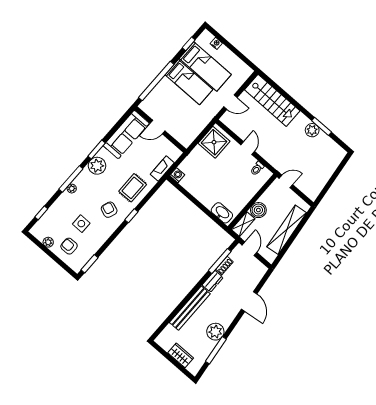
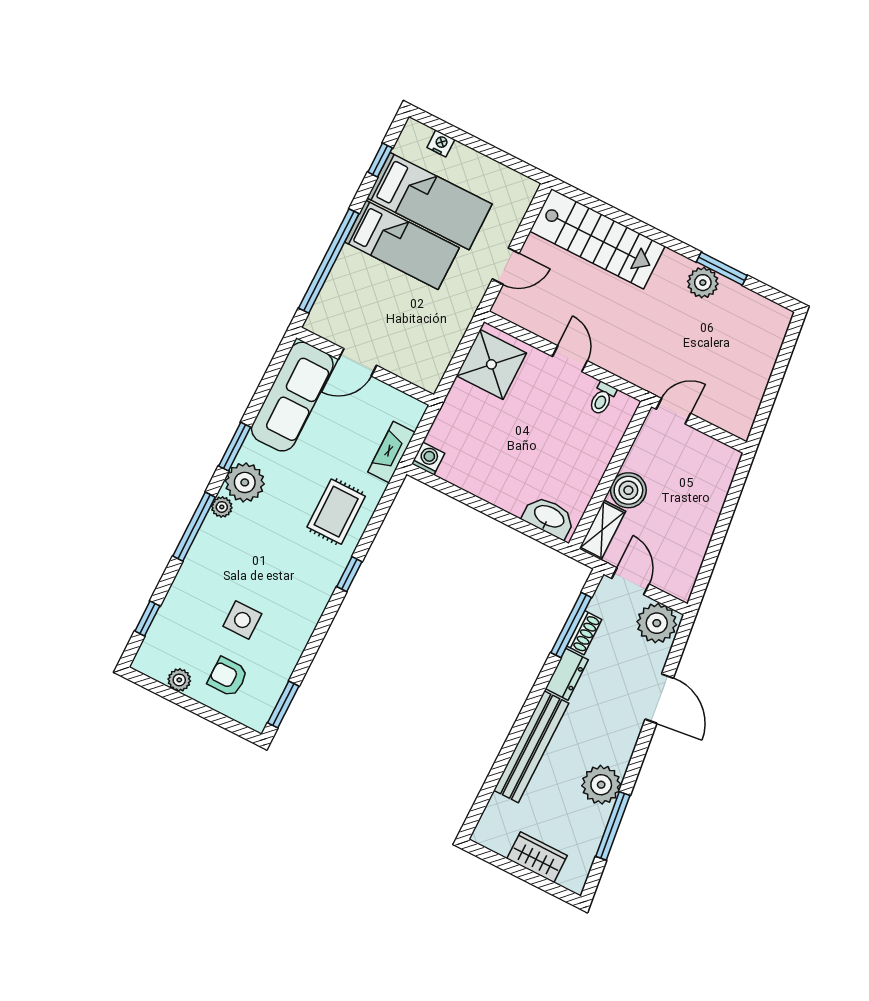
plant: (72, 189) -> (222, 507), moved
armchair: (109, 210) -> (296, 573), removed
shelving: (287, 230) -> (702, 518), removed
plant: (256, 269) -> (657, 623), added

